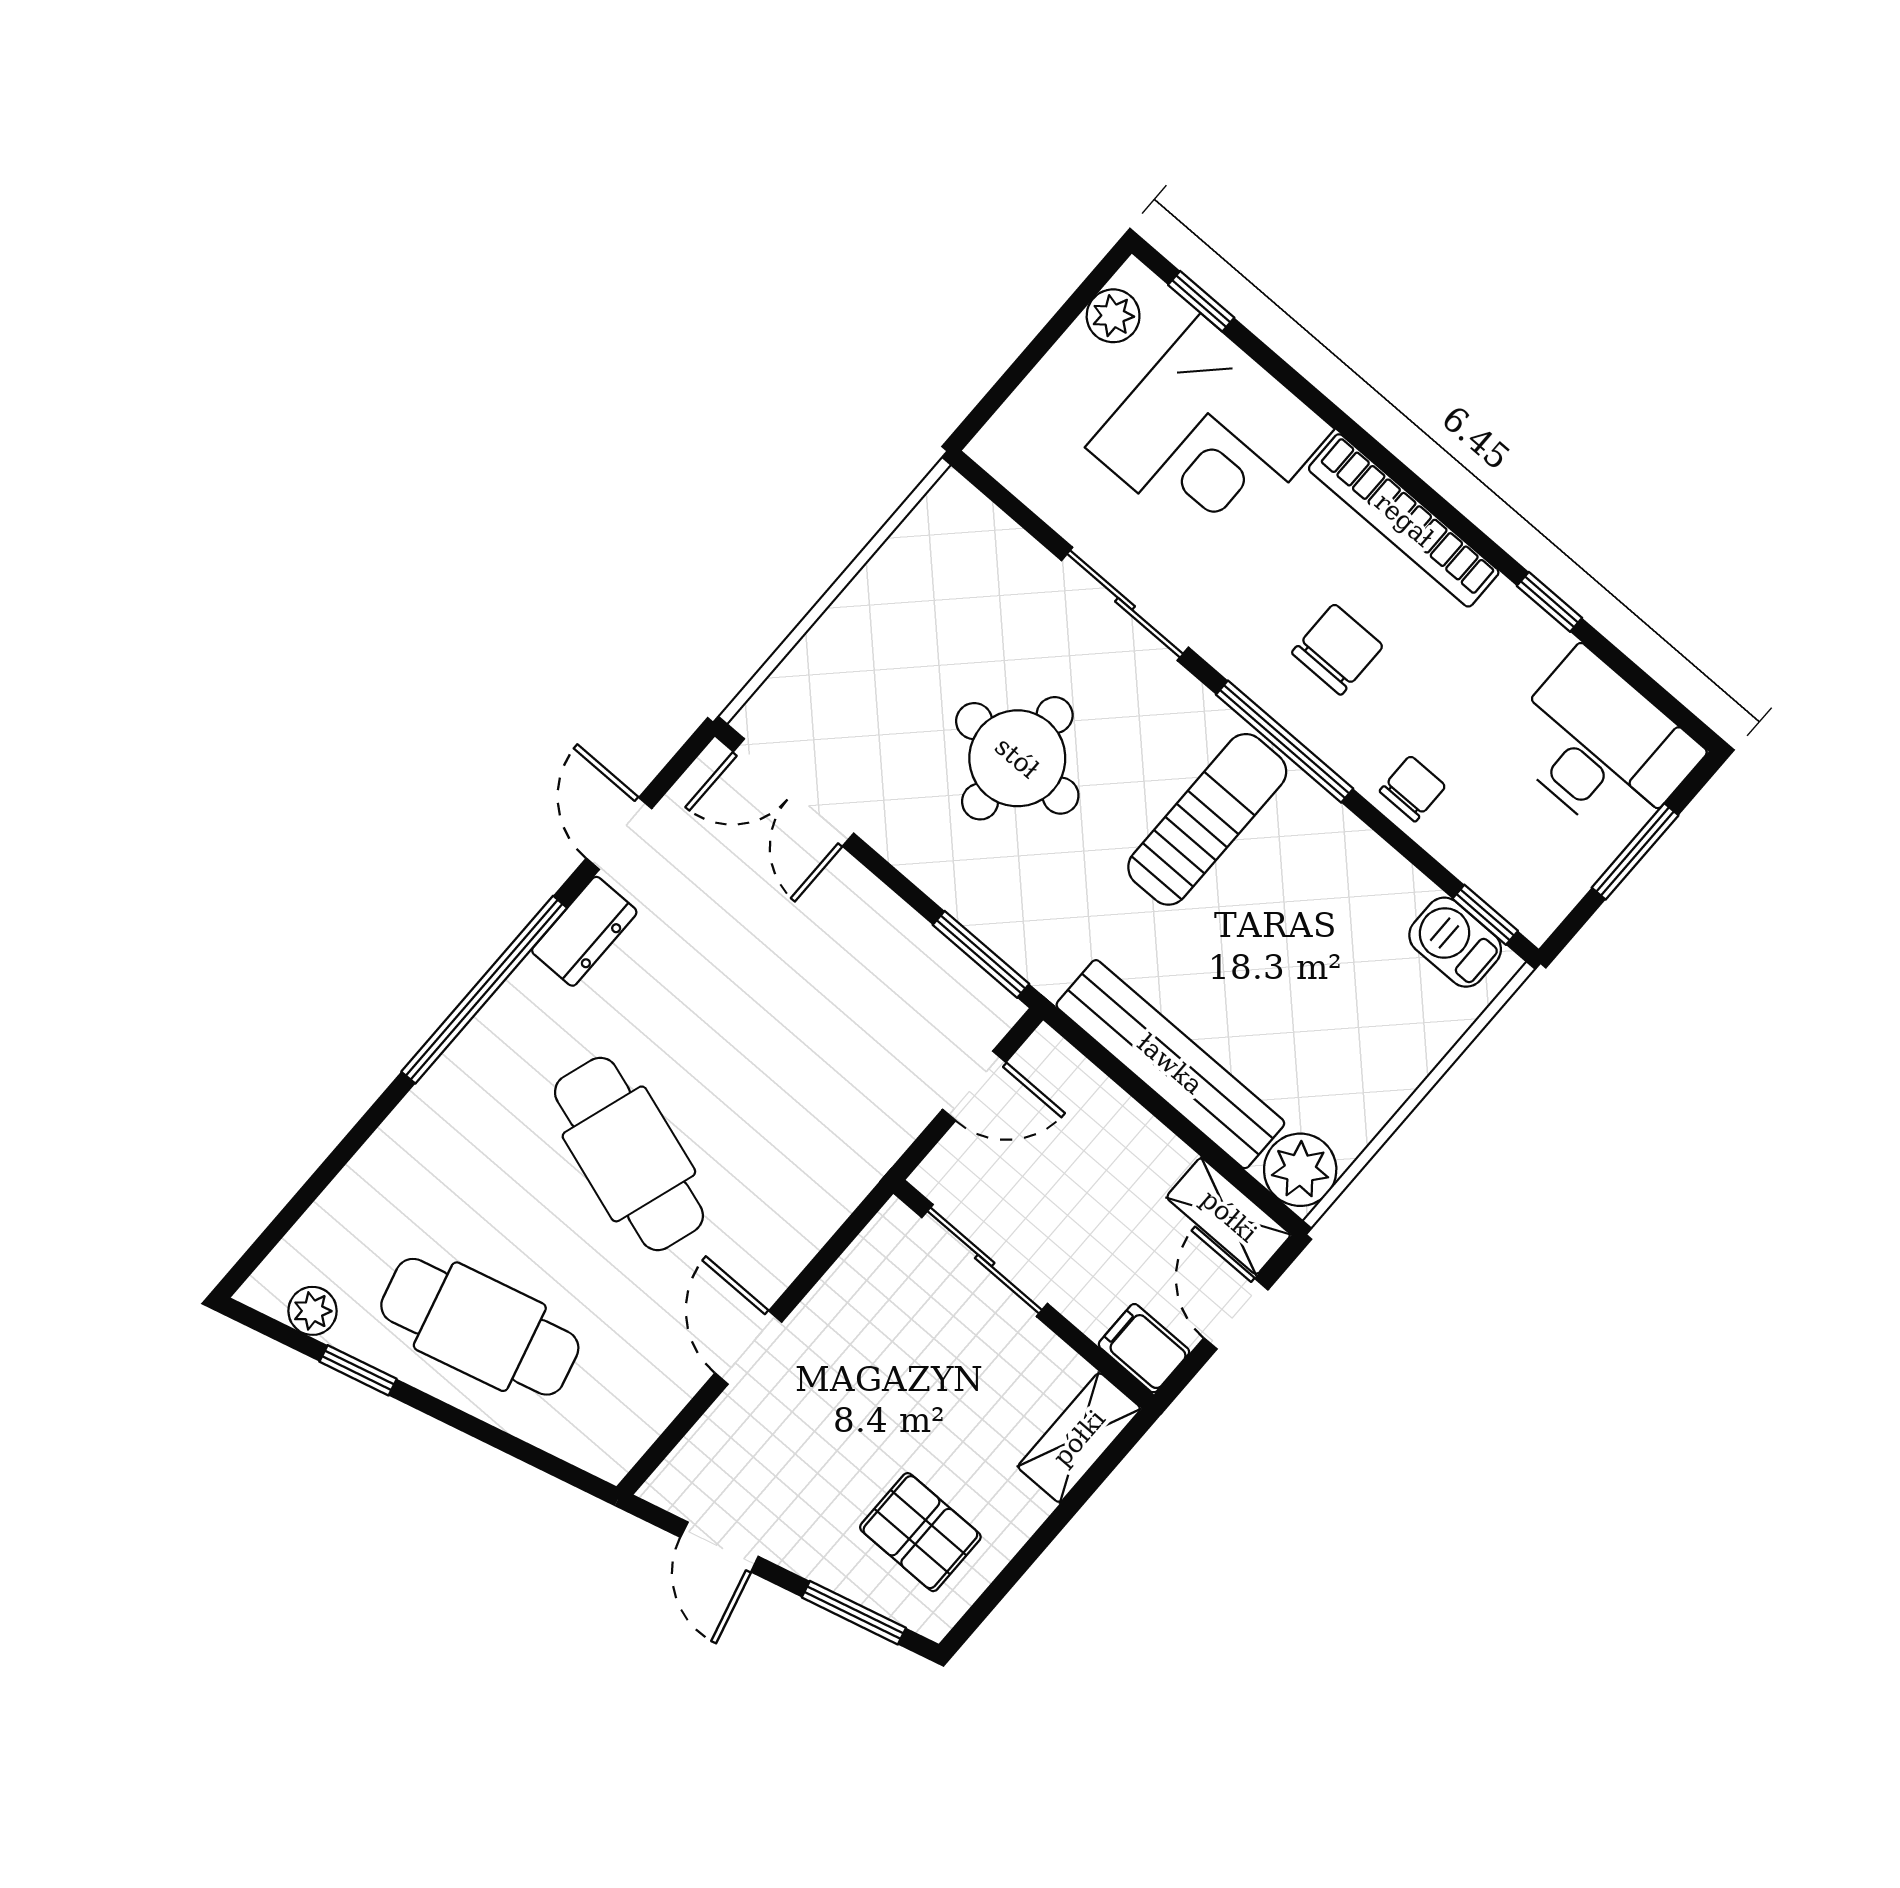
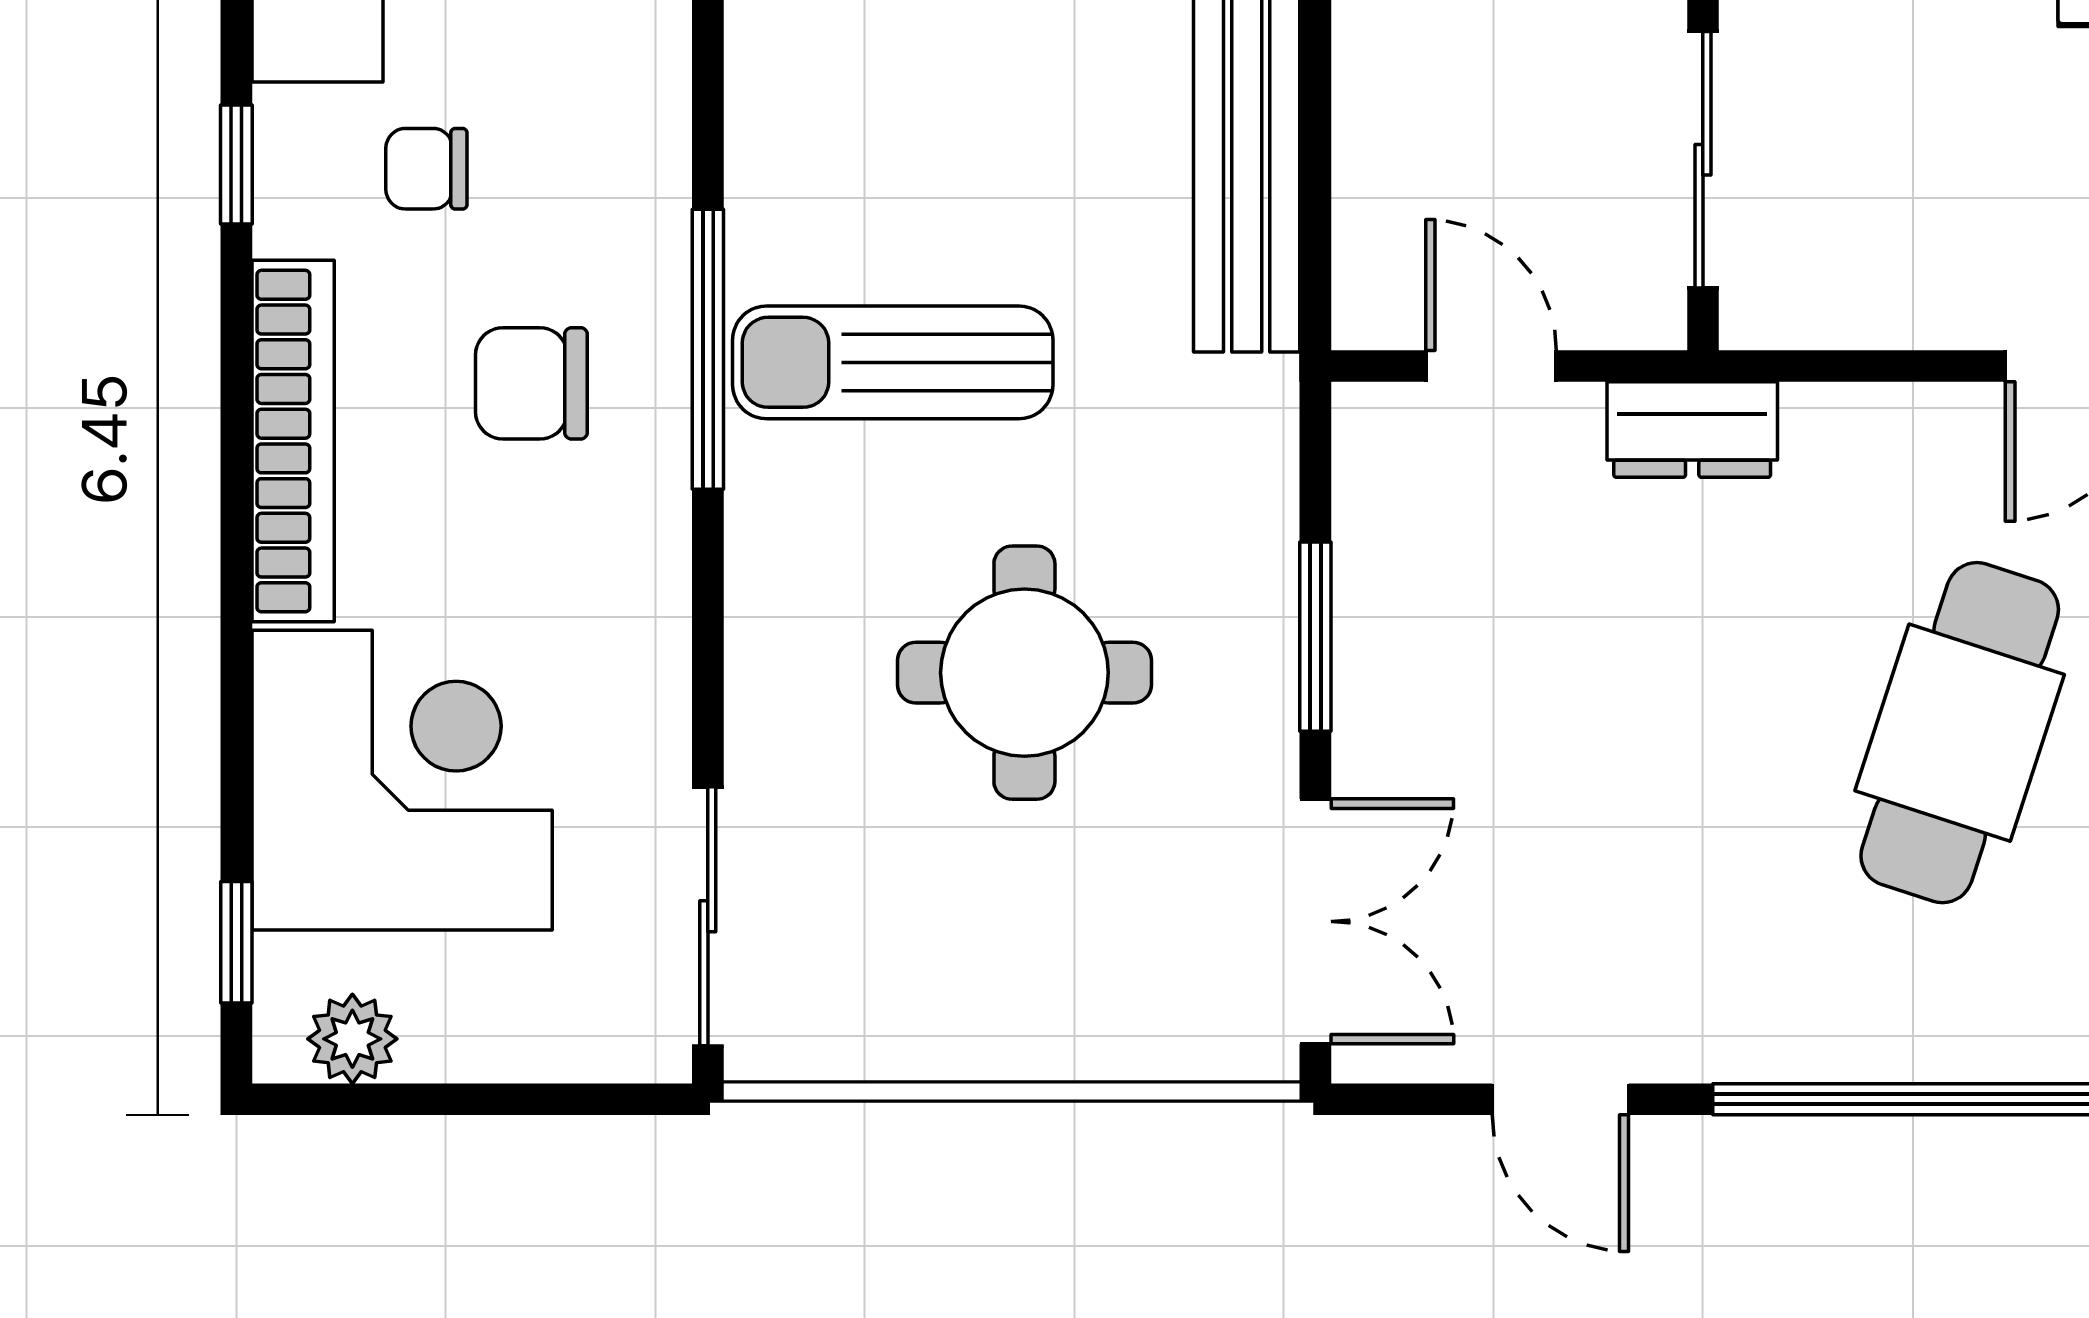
sliding door: (1125, 604) -> (708, 916), moved
chair: (1413, 789) -> (426, 169), moved
door: (619, 833) -> (1560, 1099), hinge flipped
dresser: (584, 931) -> (1692, 430), moved, turned 180
window: (981, 954) -> (1315, 637), moved

